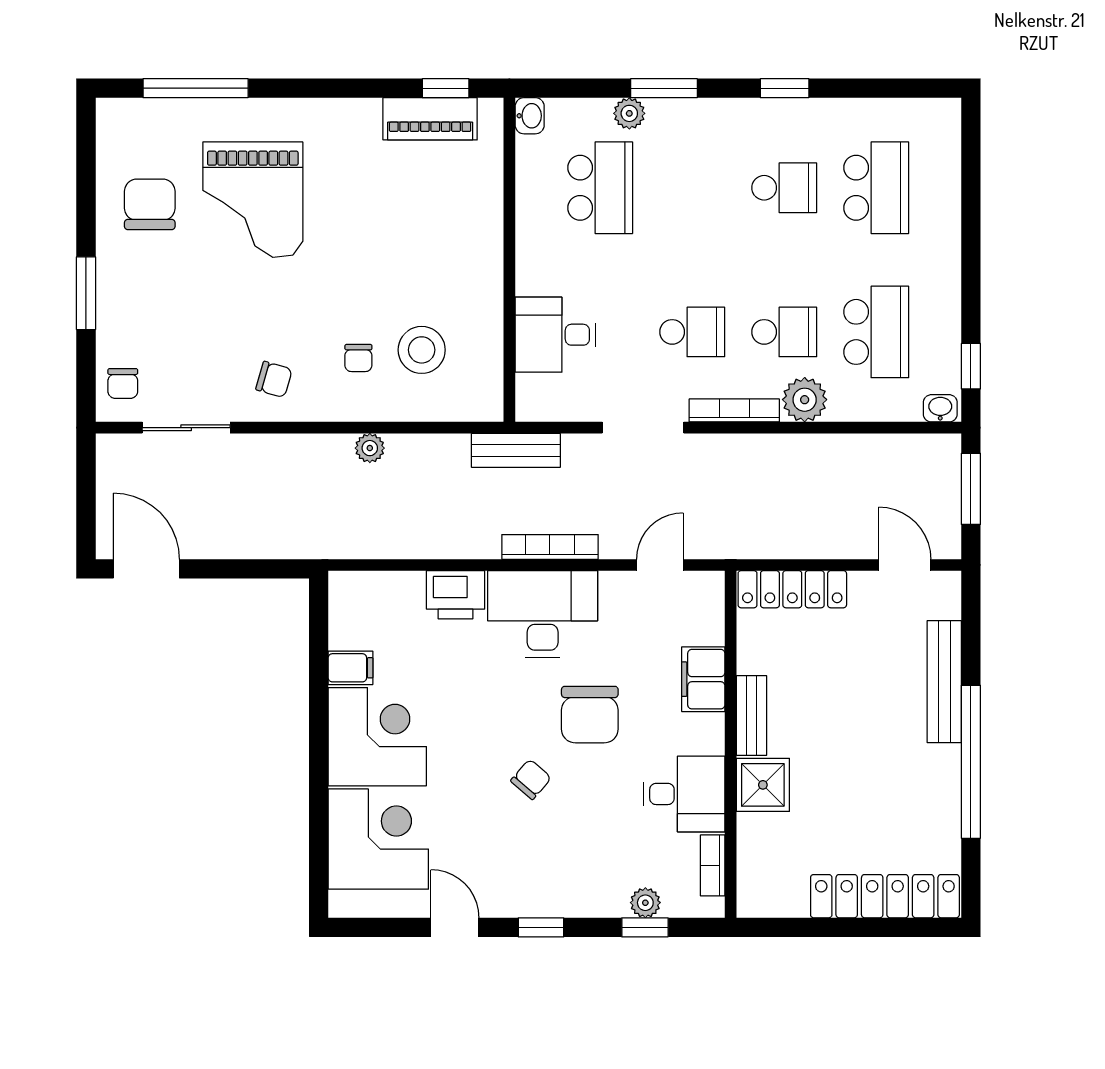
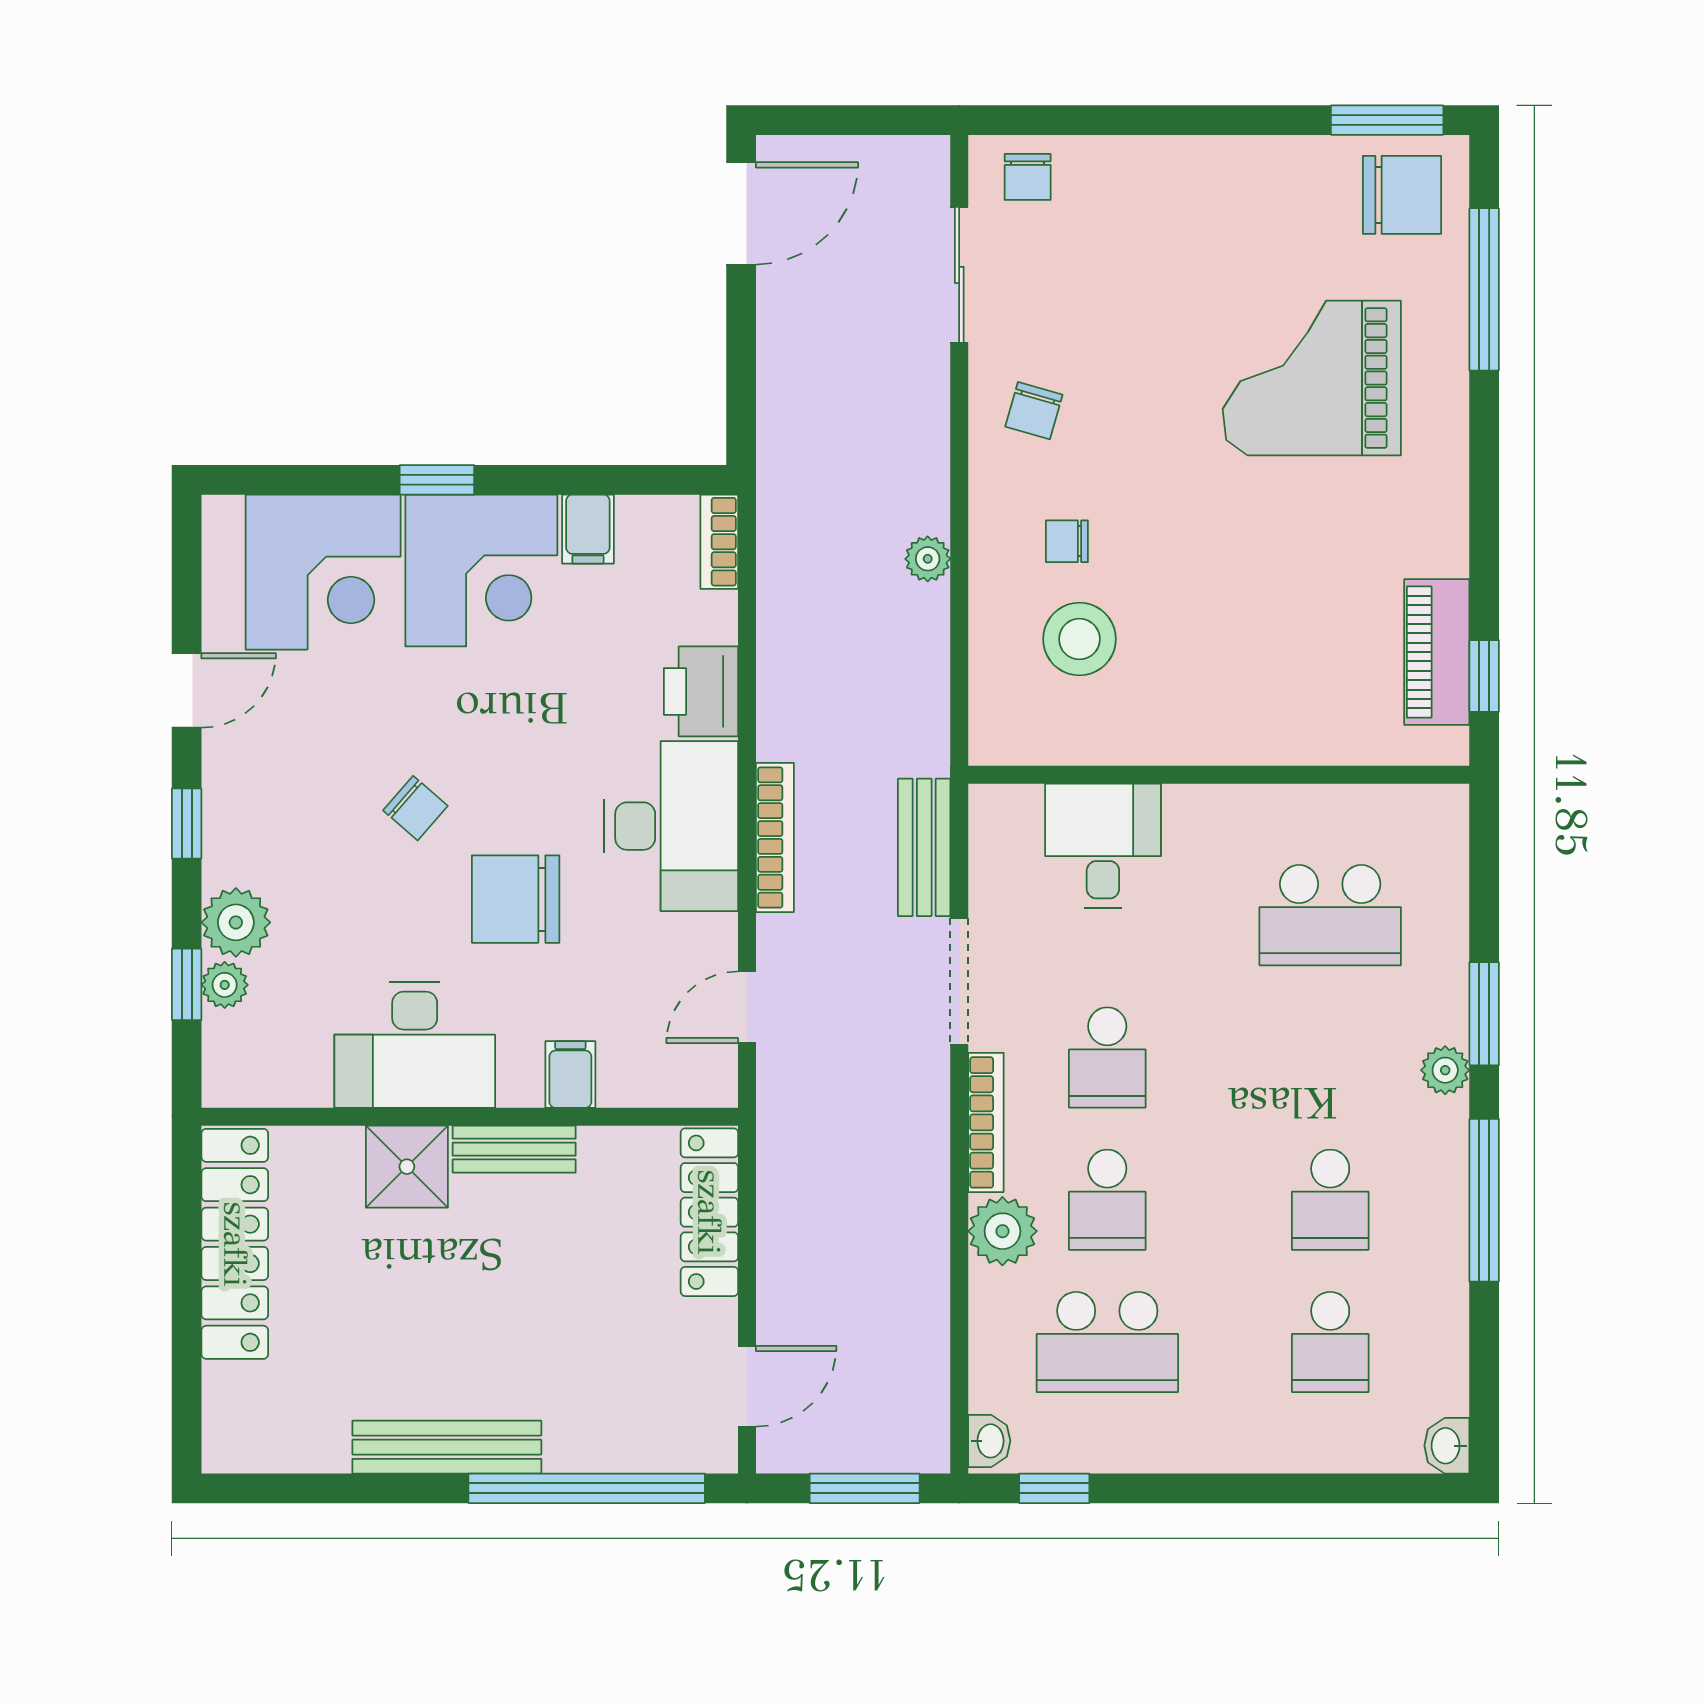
window: (785, 88) -> (1484, 1200), width x2.17
plant: (629, 113) -> (1445, 1070), moved
washbasin: (530, 116) -> (1447, 1446), moved, turned 90
school desk: (876, 188) -> (1330, 1342), width x0.54
chair: (150, 204) -> (1402, 195), moved
window: (86, 293) -> (1387, 120), moved
chair: (123, 383) -> (1028, 177), turned -90
bench: (516, 450) -> (924, 847), moved
door: (660, 565) -> (747, 1007), swing flipped
filing cabinet: (703, 679) -> (570, 1075), width x0.50
bench: (944, 682) -> (447, 1447), moved
window: (971, 762) -> (587, 1488), moved
window: (319, 765) -> (437, 480), added
desk: (684, 794) -> (415, 1045), width x1.37
bookcase: (713, 865) -> (719, 542), moved, turned -90
plant: (605, 895) -> (236, 922), added
locker: (885, 896) -> (235, 1244), moved

